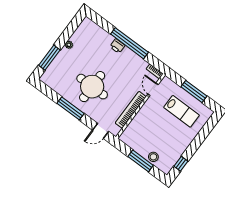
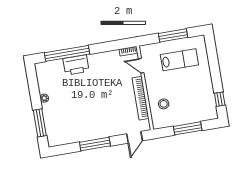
window: (129, 43) -> (67, 53), moved
printer: (117, 46) -> (76, 65), width x1.87, depth x1.48
round table: (92, 87) -> (94, 111), removed
stool: (153, 157) -> (164, 104), moved

